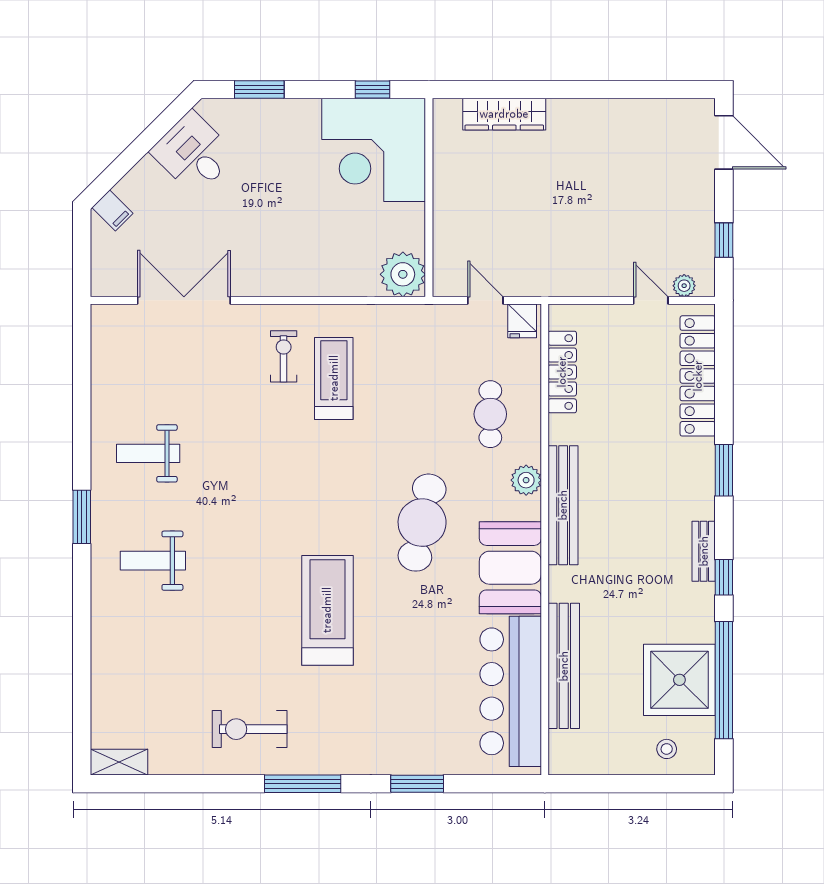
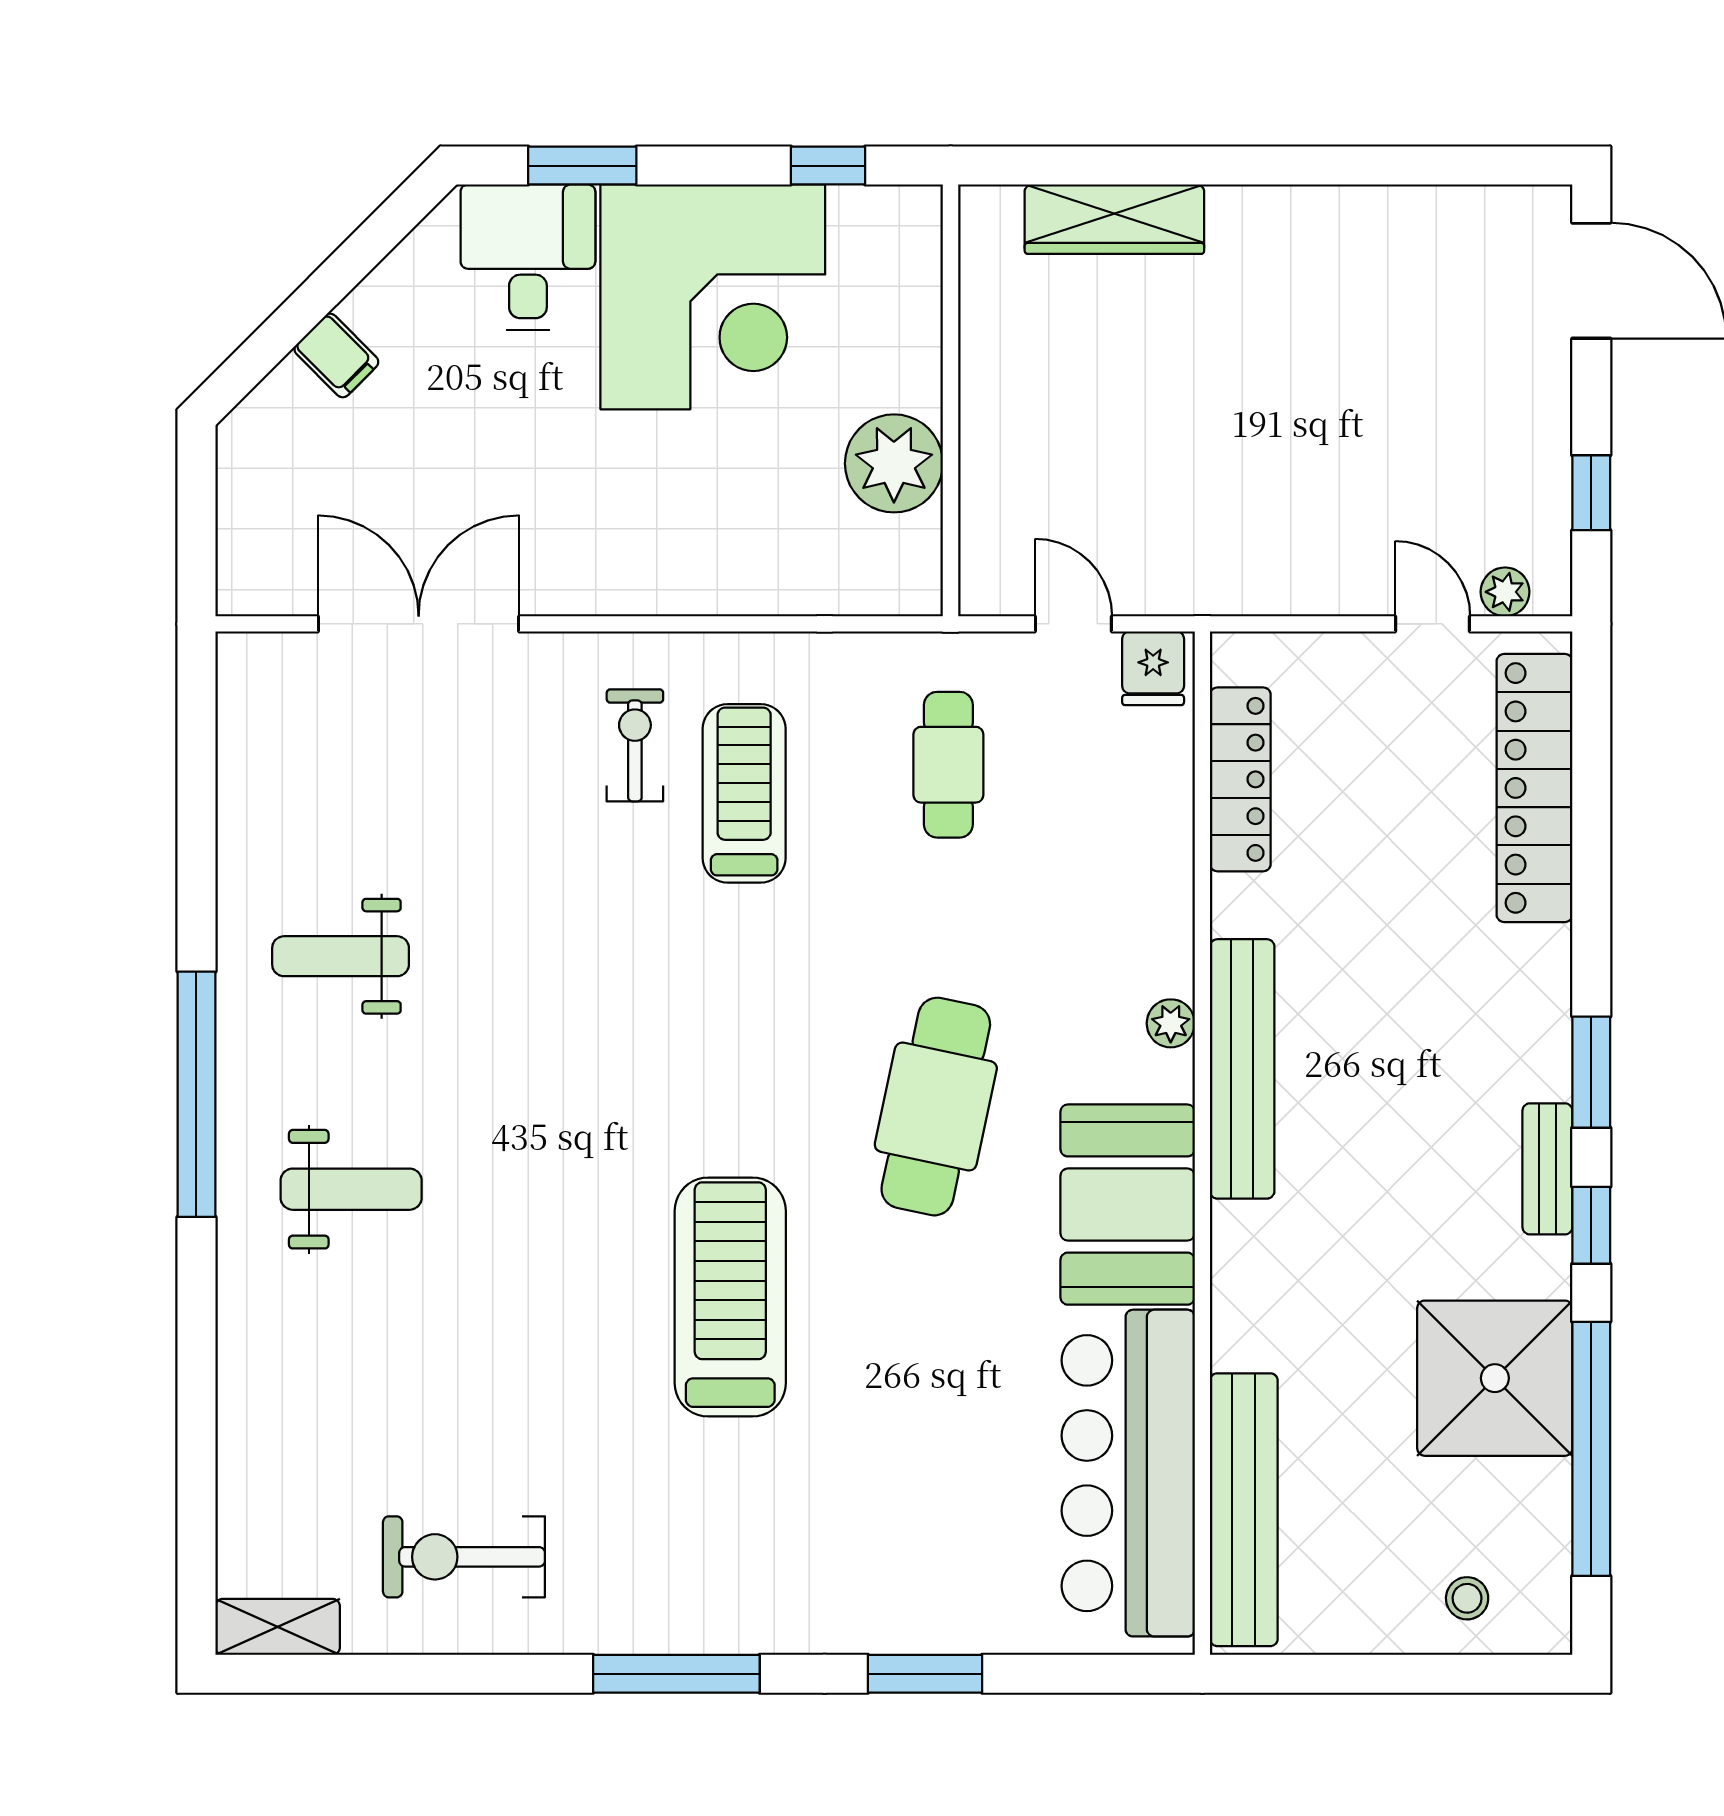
corner desk: (374, 150) -> (713, 297), moved, turned -90
desk: (193, 153) -> (528, 257), moved, turned 45
filing cabinet: (113, 210) -> (336, 355), moved
plant: (403, 274) -> (894, 463), moved
cafe table: (490, 414) -> (948, 765), moved
window: (724, 470) -> (1591, 1072), moved
plant: (526, 480) -> (1171, 1023), width x0.73, depth x0.73
window: (82, 517) -> (196, 1094), width x2.11
weight bench: (153, 561) -> (351, 1189), turned 180
bench: (564, 666) -> (1244, 1510), moved
shower: (679, 680) -> (1495, 1378), moved
exercise bike: (250, 729) -> (464, 1557), moved

